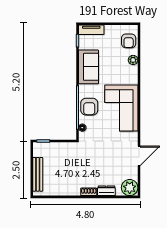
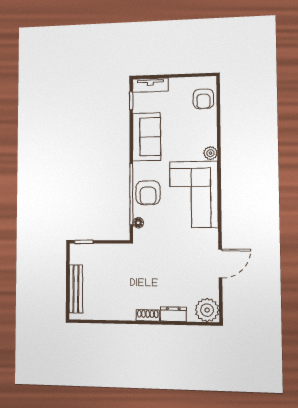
plant: (133, 60) -> (210, 153), moved

